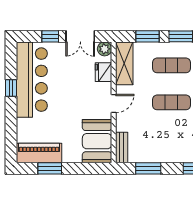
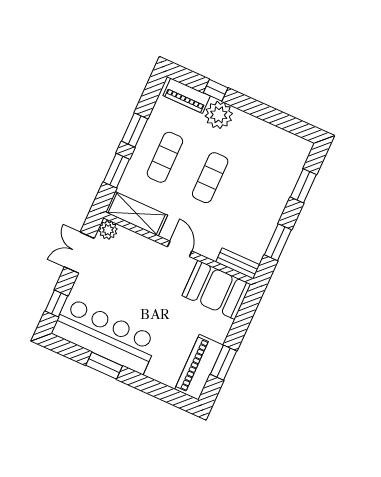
window: (50, 36) -> (56, 303), moved
double door: (80, 36) -> (79, 253), swing flipped
fridge: (103, 72) -> (136, 244), removed
window: (11, 88) -> (104, 366), width x1.50

